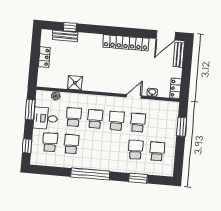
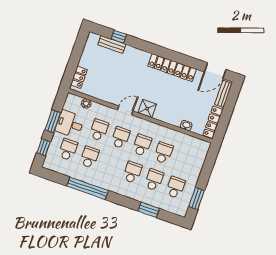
locker: (44, 57) -> (79, 77), moved
shower: (75, 83) -> (147, 109), moved
locker: (175, 88) -> (213, 122), width x1.53
door: (134, 96) -> (125, 110), moved
window: (30, 110) -> (53, 121), moved
window: (182, 127) -> (197, 199), moved
school desk: (114, 148) -> (132, 172), added
window: (90, 174) -> (87, 188), moved

